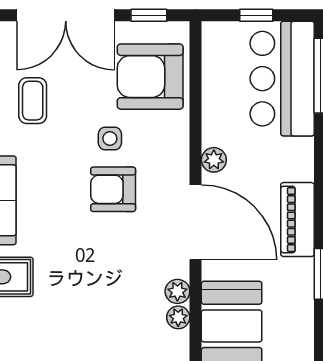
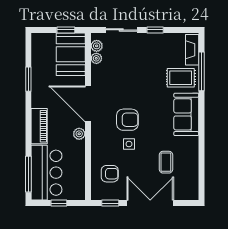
armchair: (150, 77) -> (110, 174), width x0.53, depth x0.53
piano: (298, 220) -> (39, 126), moved
plant: (177, 291) -> (97, 46), moved

